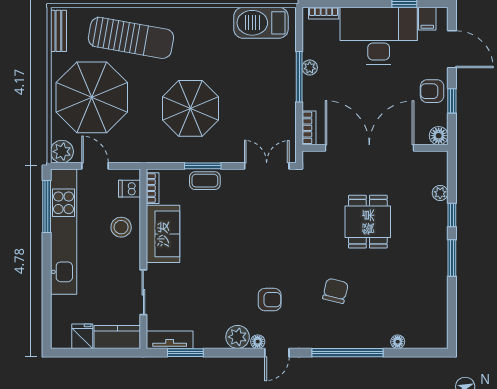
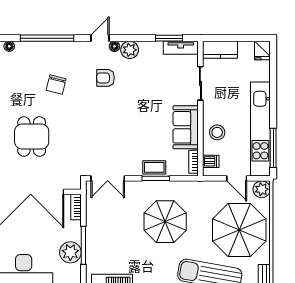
plant: (310, 68) -> (70, 252), width x1.88, depth x1.88
fridge: (82, 336) -> (262, 50), moved

